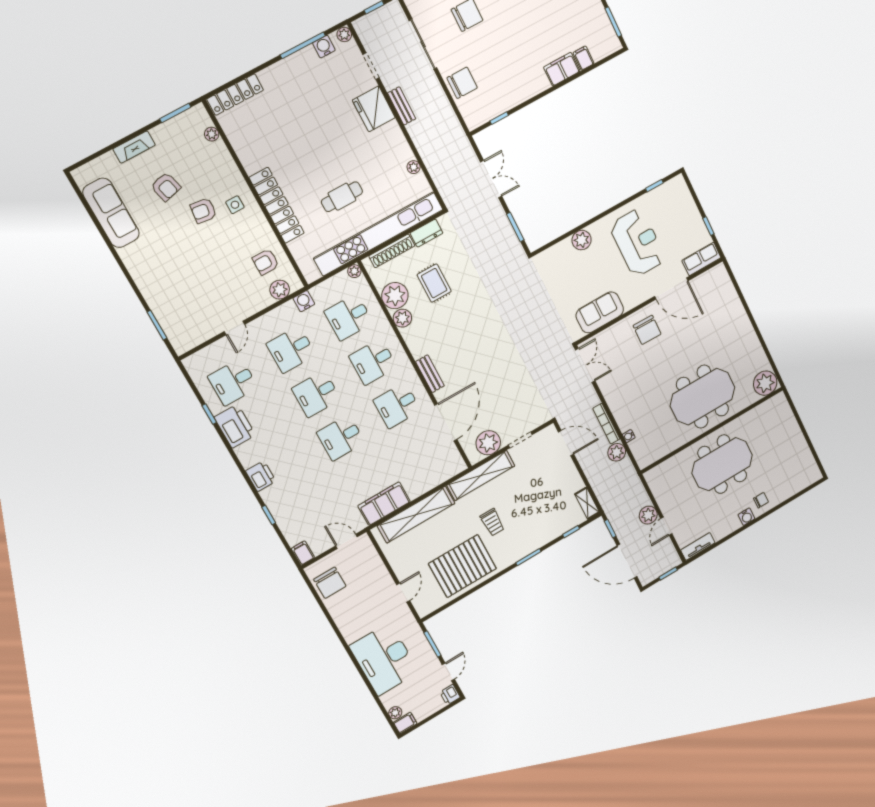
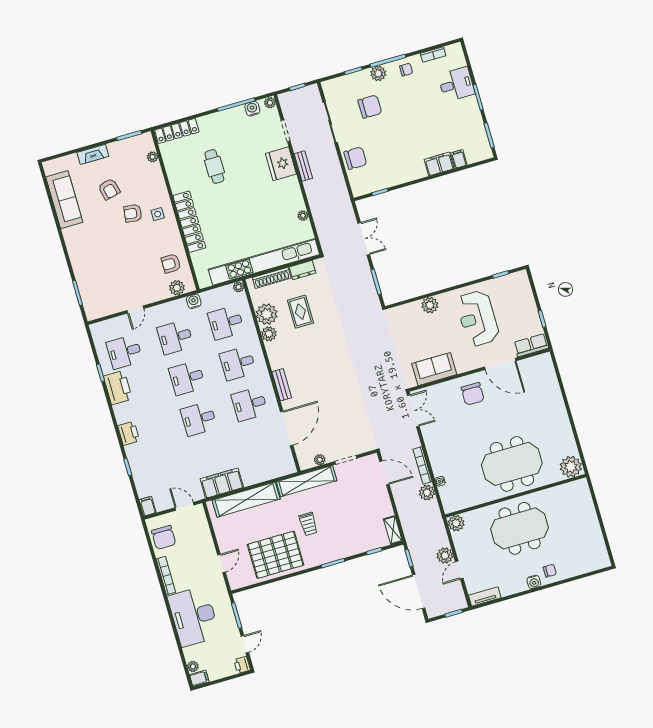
cafe table: (342, 197) -> (214, 166), moved, turned 90
reception desk: (638, 243) -> (478, 318), turned 180
plant: (488, 443) -> (320, 460), width x0.53, depth x0.53
plant: (654, 477) -> (456, 523), added
bookcase: (342, 624) -> (166, 576), added

